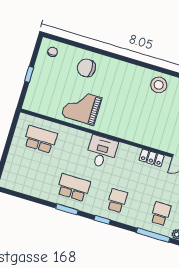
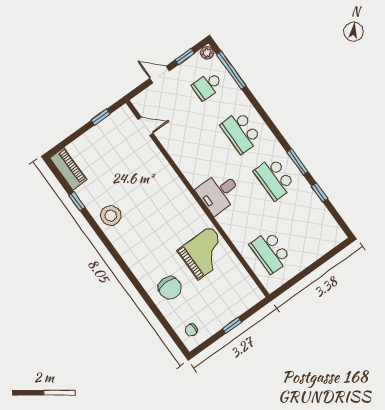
grand piano: (82, 107) -> (205, 253), turned -90
locker: (152, 158) -> (174, 148), removed
school desk: (117, 201) -> (241, 132), width x1.85
window: (102, 220) -> (319, 192), moved

